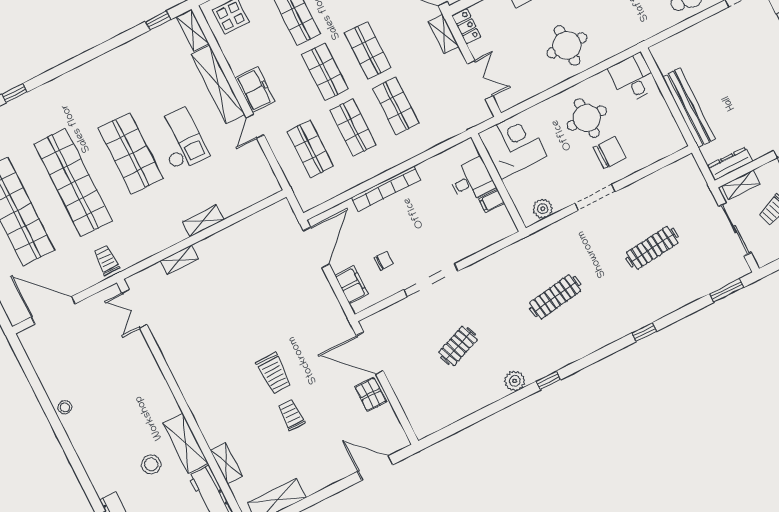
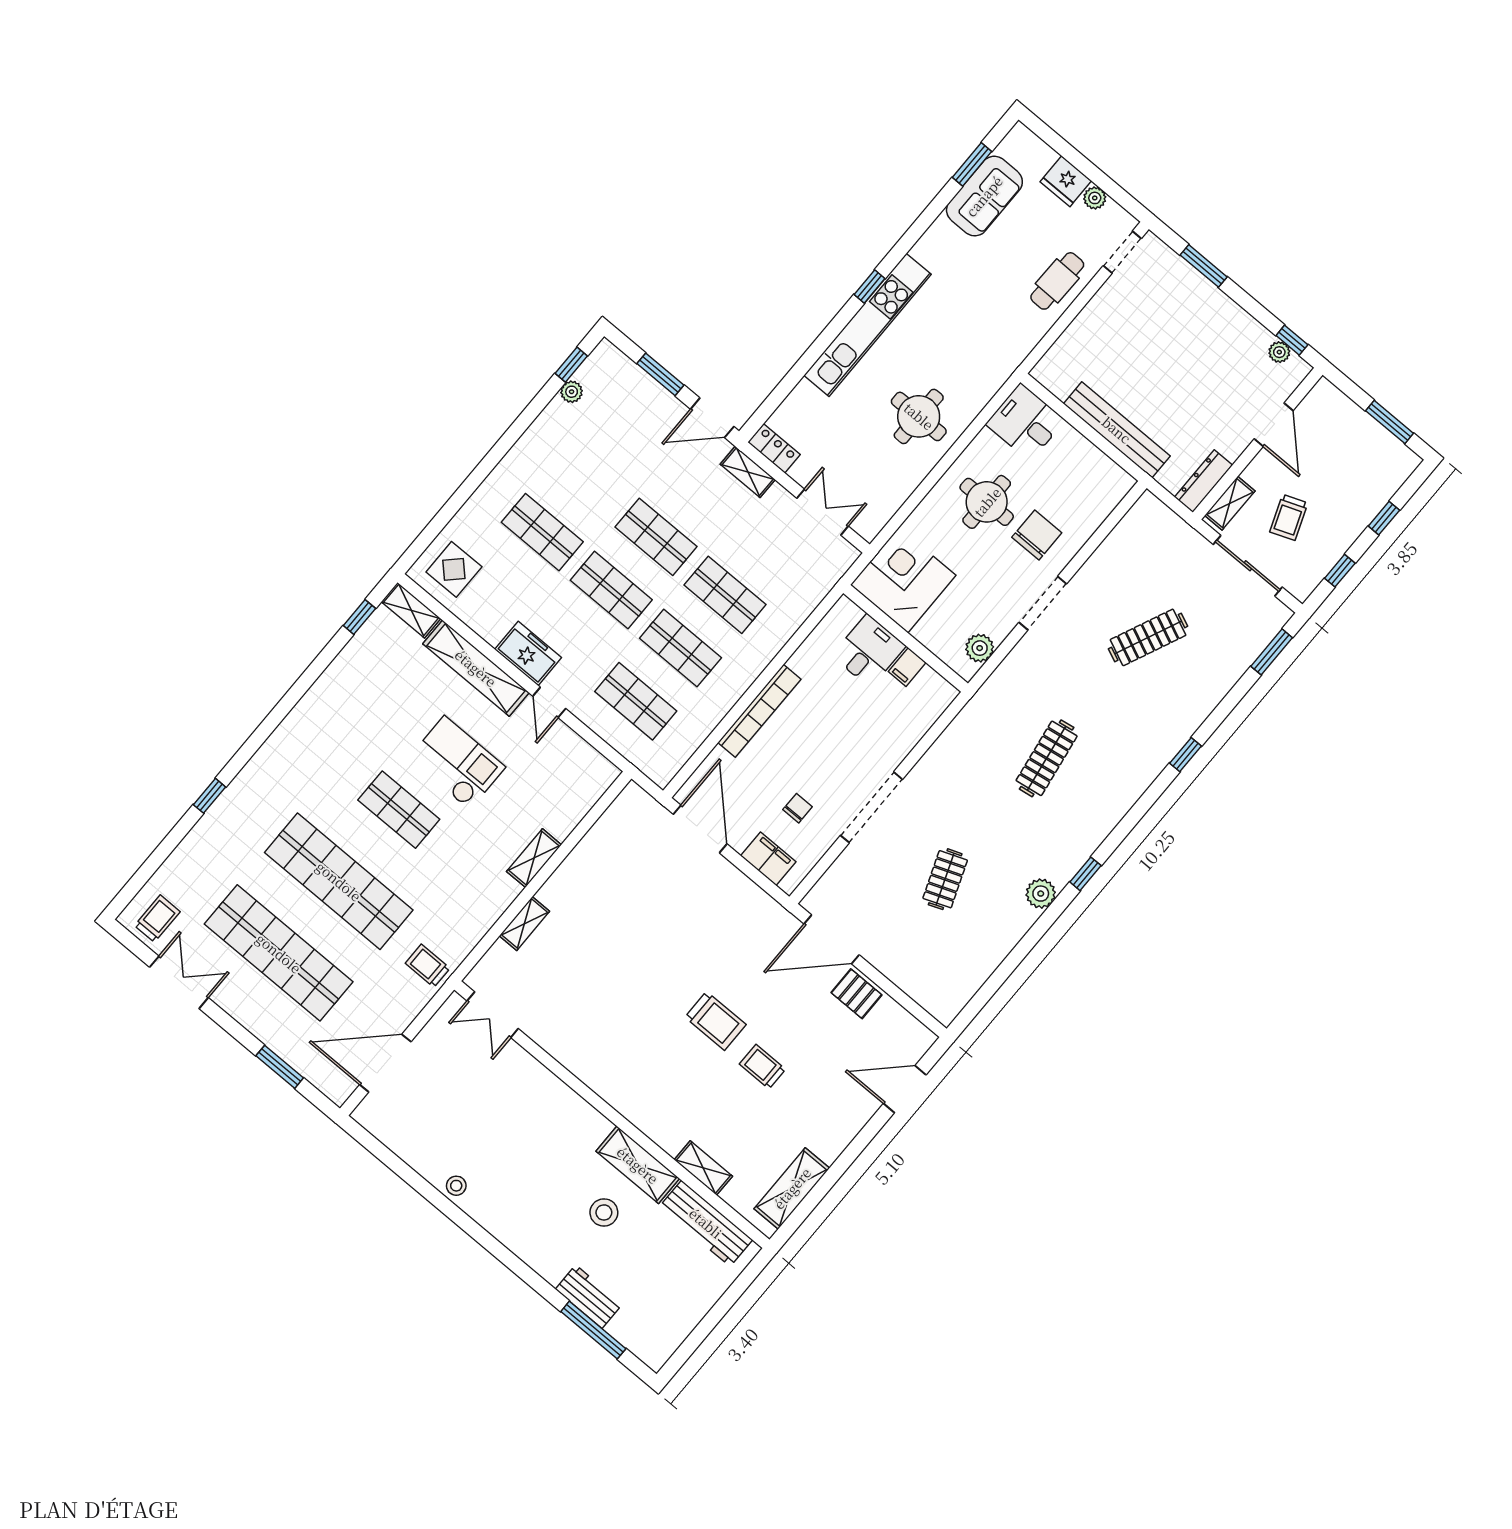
shop shelf: (131, 153) -> (399, 810), width x0.70, depth x0.74
clothes rail: (652, 248) -> (1148, 637), turned 30

